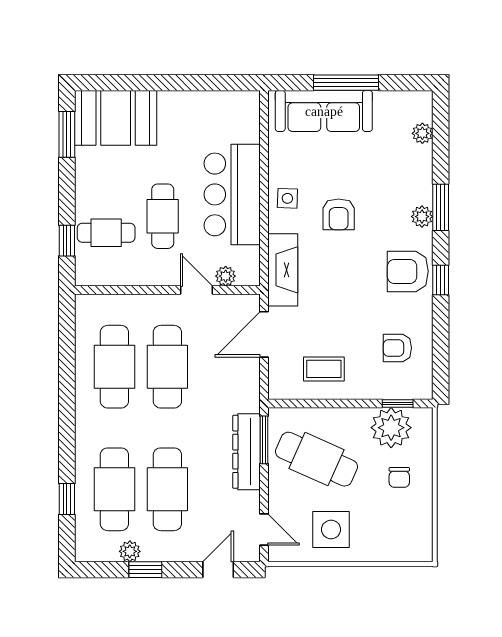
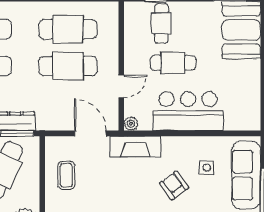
side table: (287, 198) -> (207, 168), moved
armchair: (339, 214) -> (174, 185), turned 54
plant: (226, 276) -> (131, 124), moved

